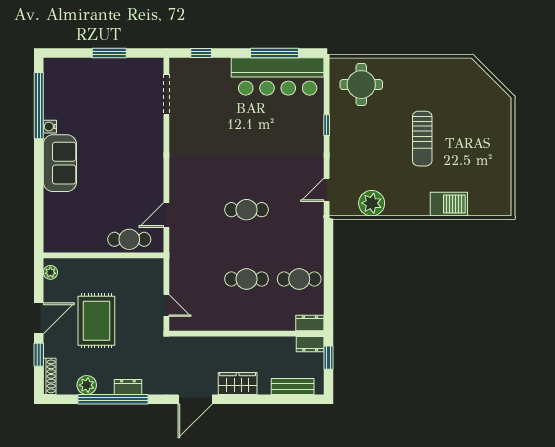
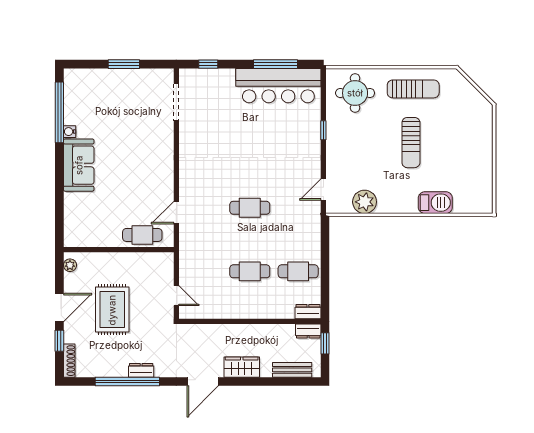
sun lounger: (425, 80) -> (413, 89), added
plant: (87, 385) -> (103, 369), removed

